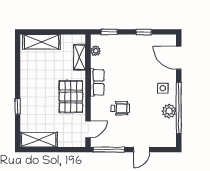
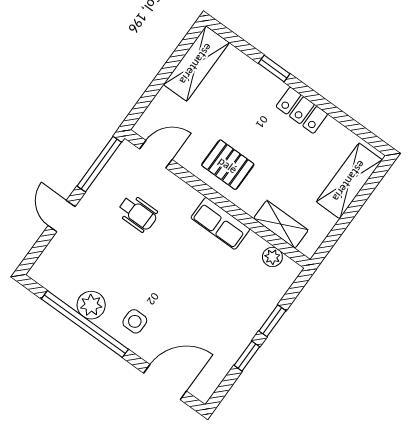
window: (109, 32) -> (272, 321), moved
locker: (27, 82) -> (302, 110), added
pallet: (71, 97) -> (228, 165), width x0.67, depth x0.71
wheelchair: (120, 108) -> (138, 213), moved, turned -90
door: (88, 129) -> (156, 154), swing flipped

